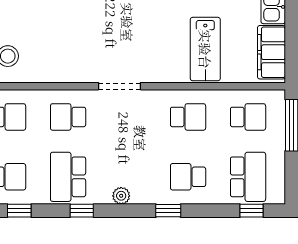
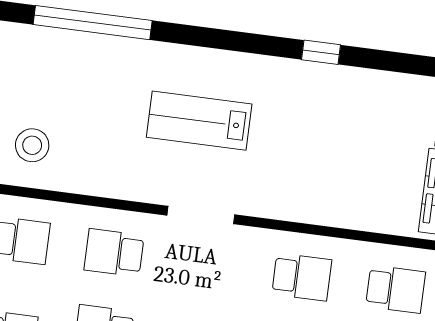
lab bench: (205, 49) -> (199, 121), moved, turned 90

